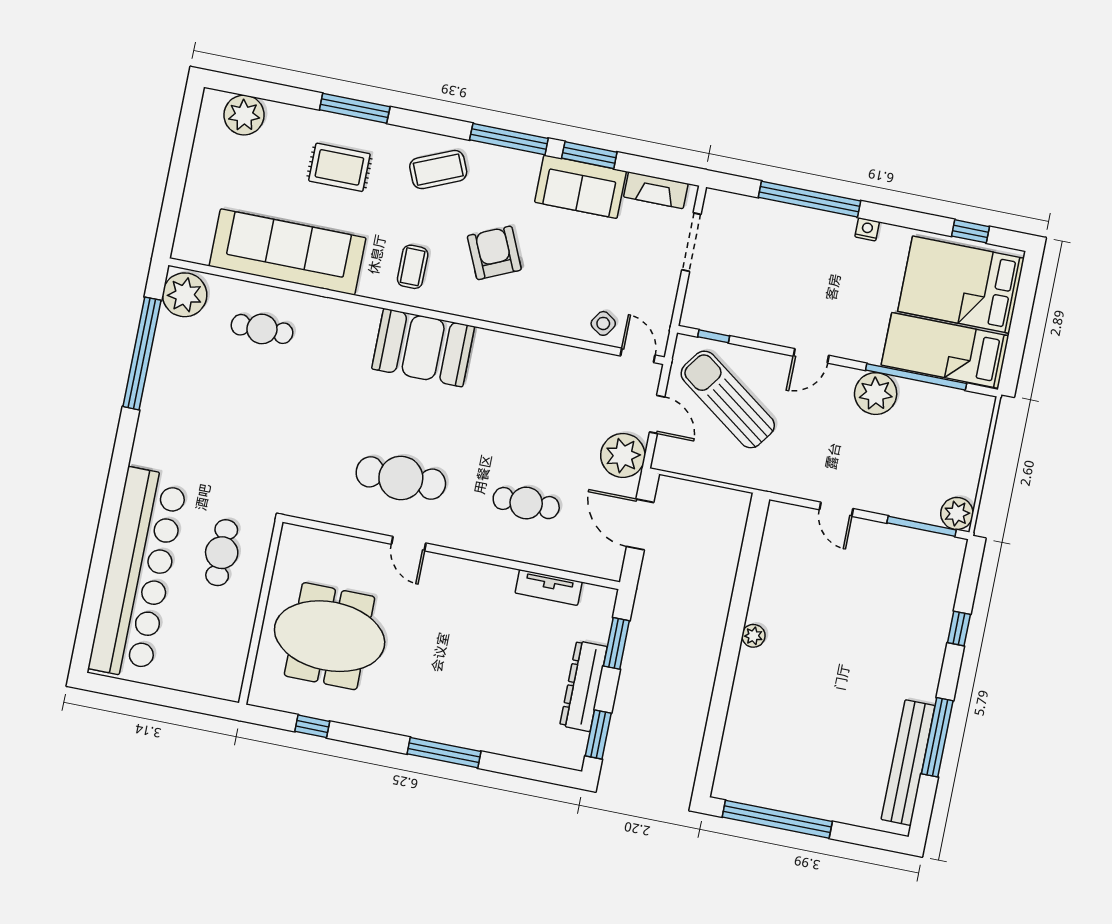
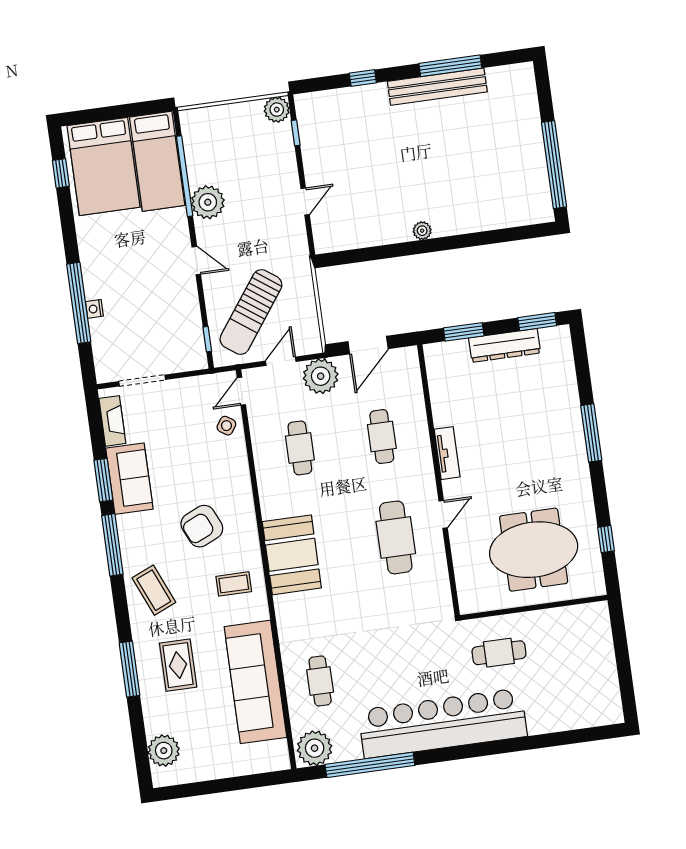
nightstand: (867, 229) -> (94, 309), moved
cafe table: (546, 401) -> (300, 448), added
window: (922, 526) -> (296, 133), width x0.46
bar counter: (138, 573) -> (443, 723), moved
tv unit: (549, 587) -> (447, 453), moved
meeting table: (330, 636) -> (534, 550), turned 90
bench: (908, 763) -> (437, 87), moved

